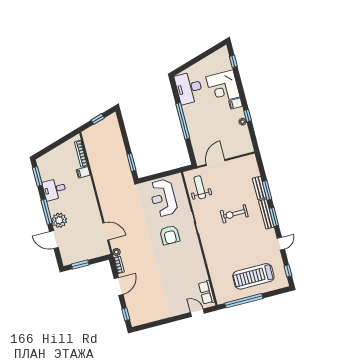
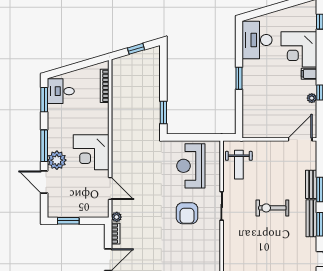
window: (183, 121) -> (239, 78), width x0.47
door: (216, 162) -> (300, 139), moved
filing cabinet: (83, 172) -> (101, 109), removed
weight bench: (200, 187) -> (239, 165), turned 180
desk: (54, 189) -> (61, 91), moved
corner desk: (84, 207) -> (91, 152), added

